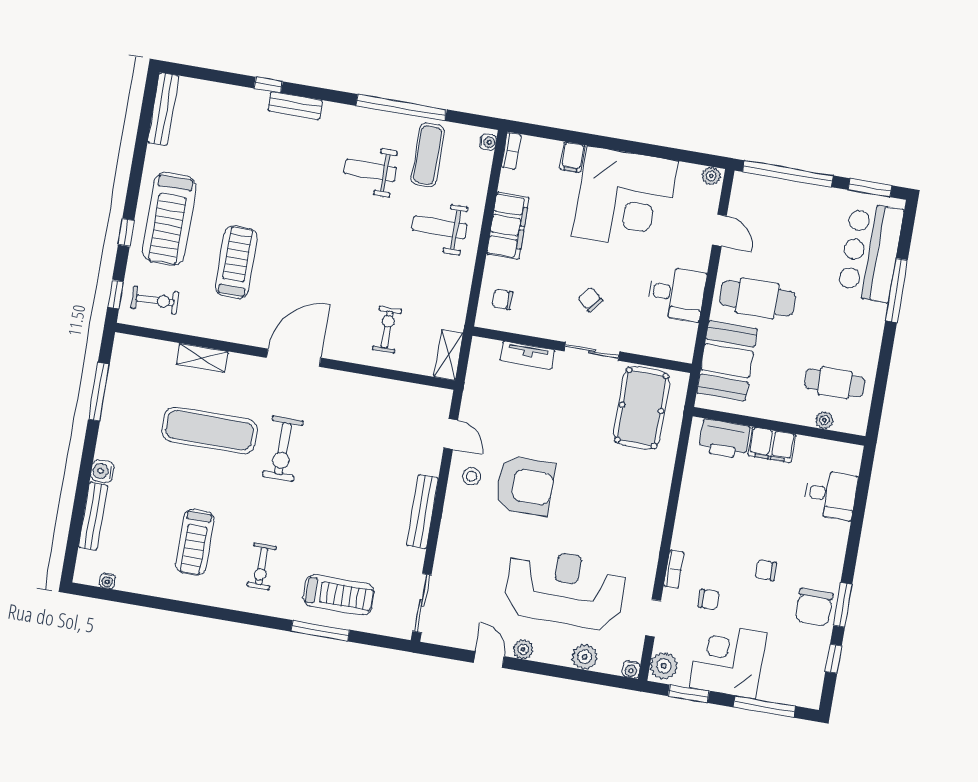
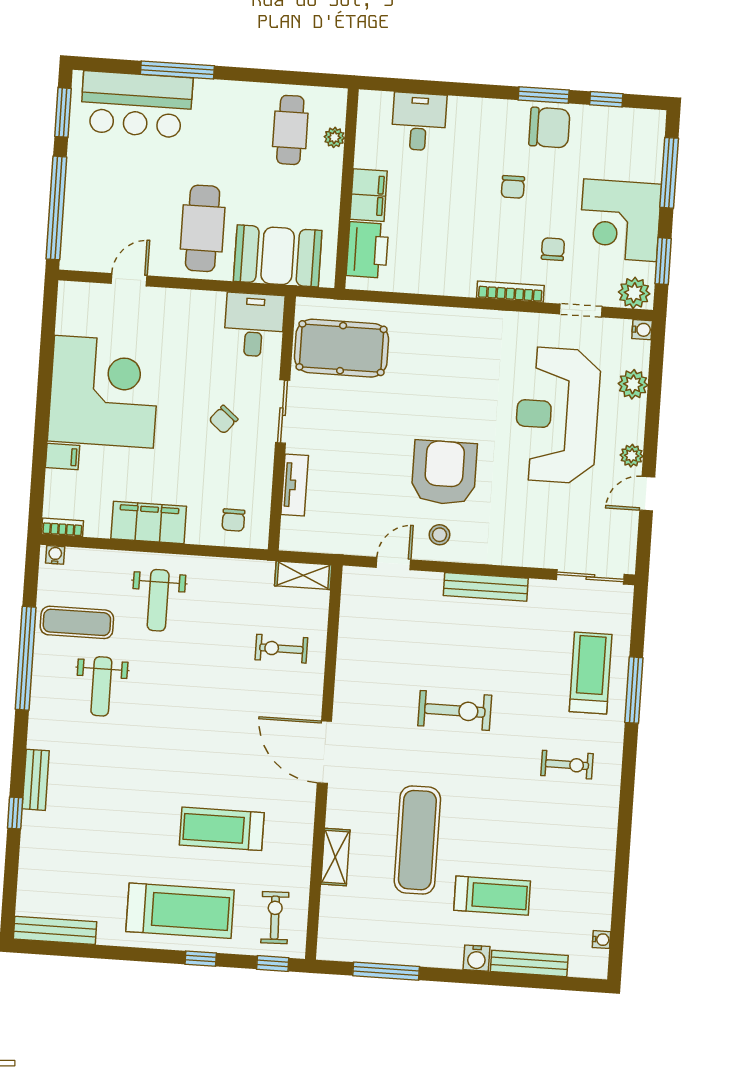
plant: (711, 176) -> (68, 295), removed
desk: (676, 293) -> (254, 325), moved
exercise bike: (283, 449) -> (455, 710), moved
treadmill: (195, 542) -> (492, 896), moved
bookcase: (674, 569) -> (510, 292), width x1.56

